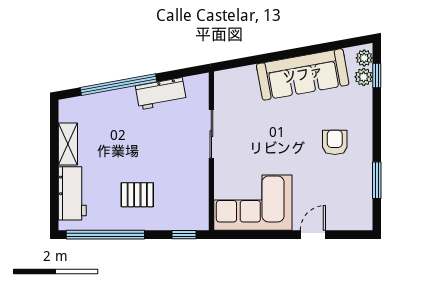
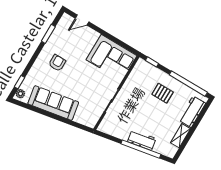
plant: (364, 77) -> (26, 85), removed
workbench: (161, 94) -> (142, 140), moved
armchair: (335, 142) -> (57, 63), turned 180
door: (313, 235) -> (82, 20), moved

